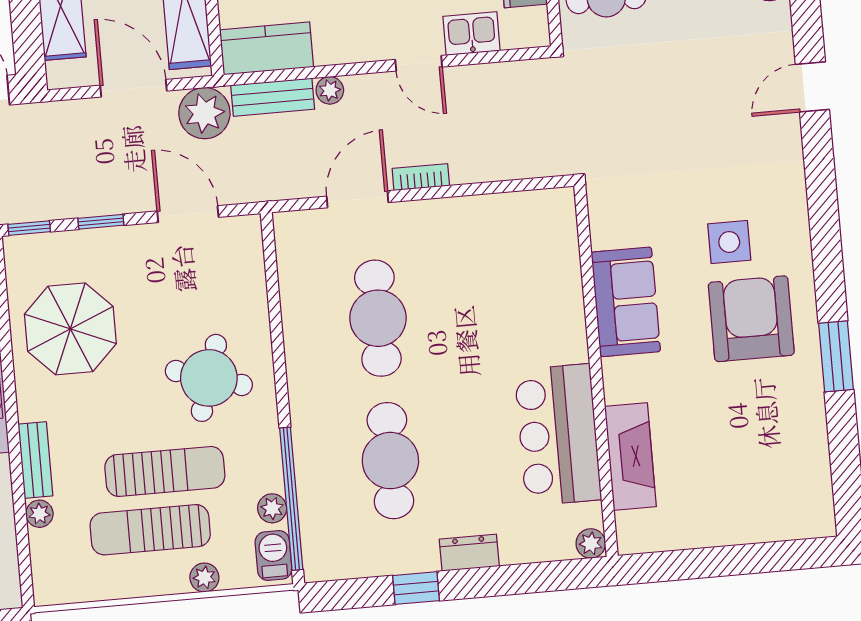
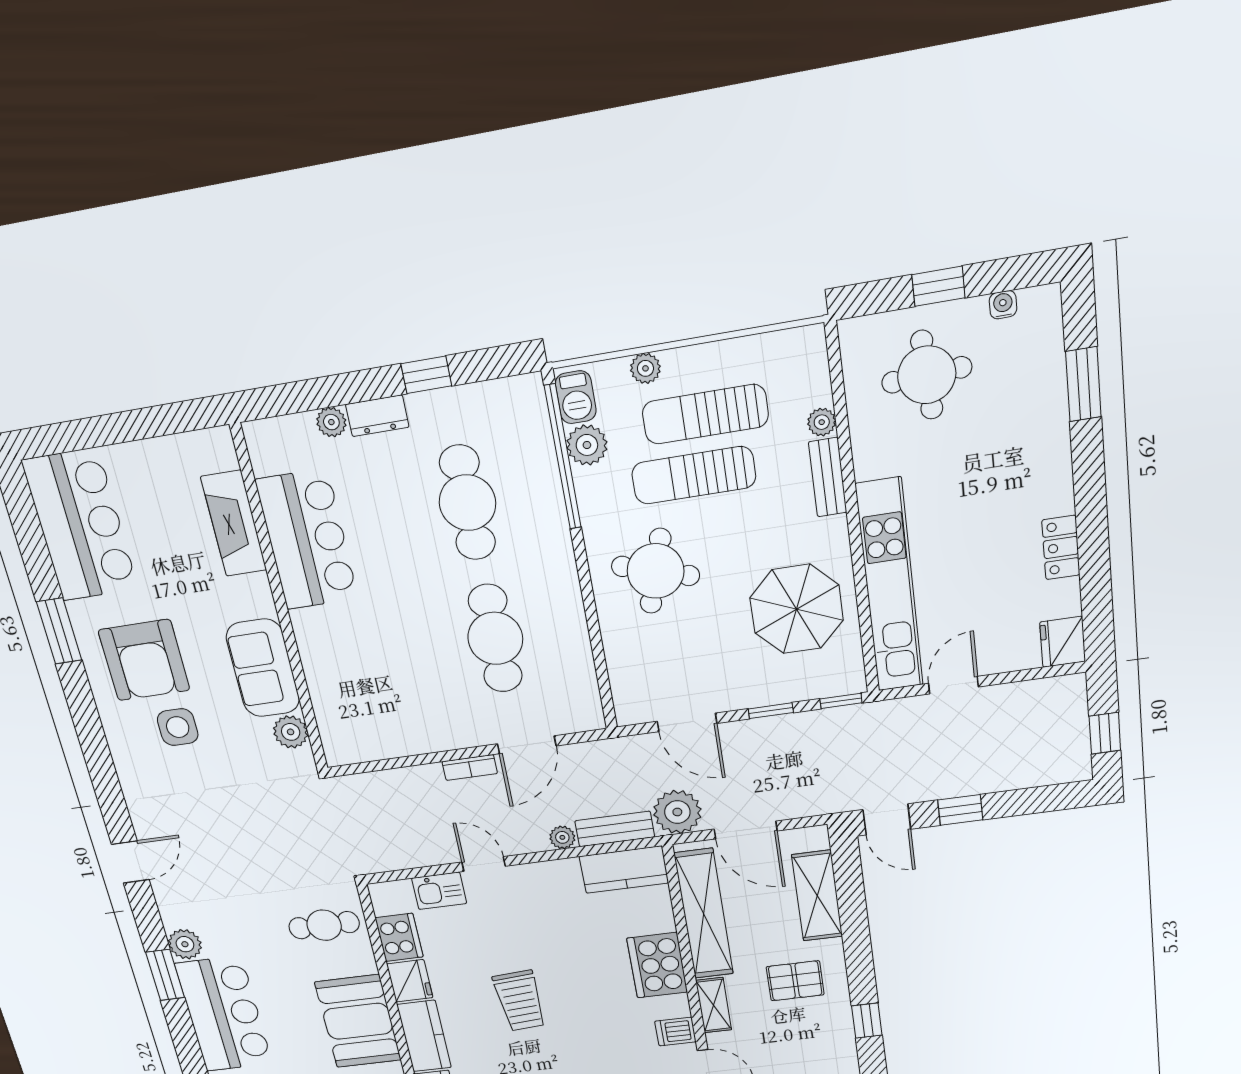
plant: (608, 229) -> (291, 732), added
bar counter: (790, 466) -> (80, 525), added
plant: (272, 508) -> (587, 445), width x1.38, depth x1.38
sun lounger: (150, 530) -> (705, 414), turned 180
plant: (591, 543) -> (331, 422), moved

